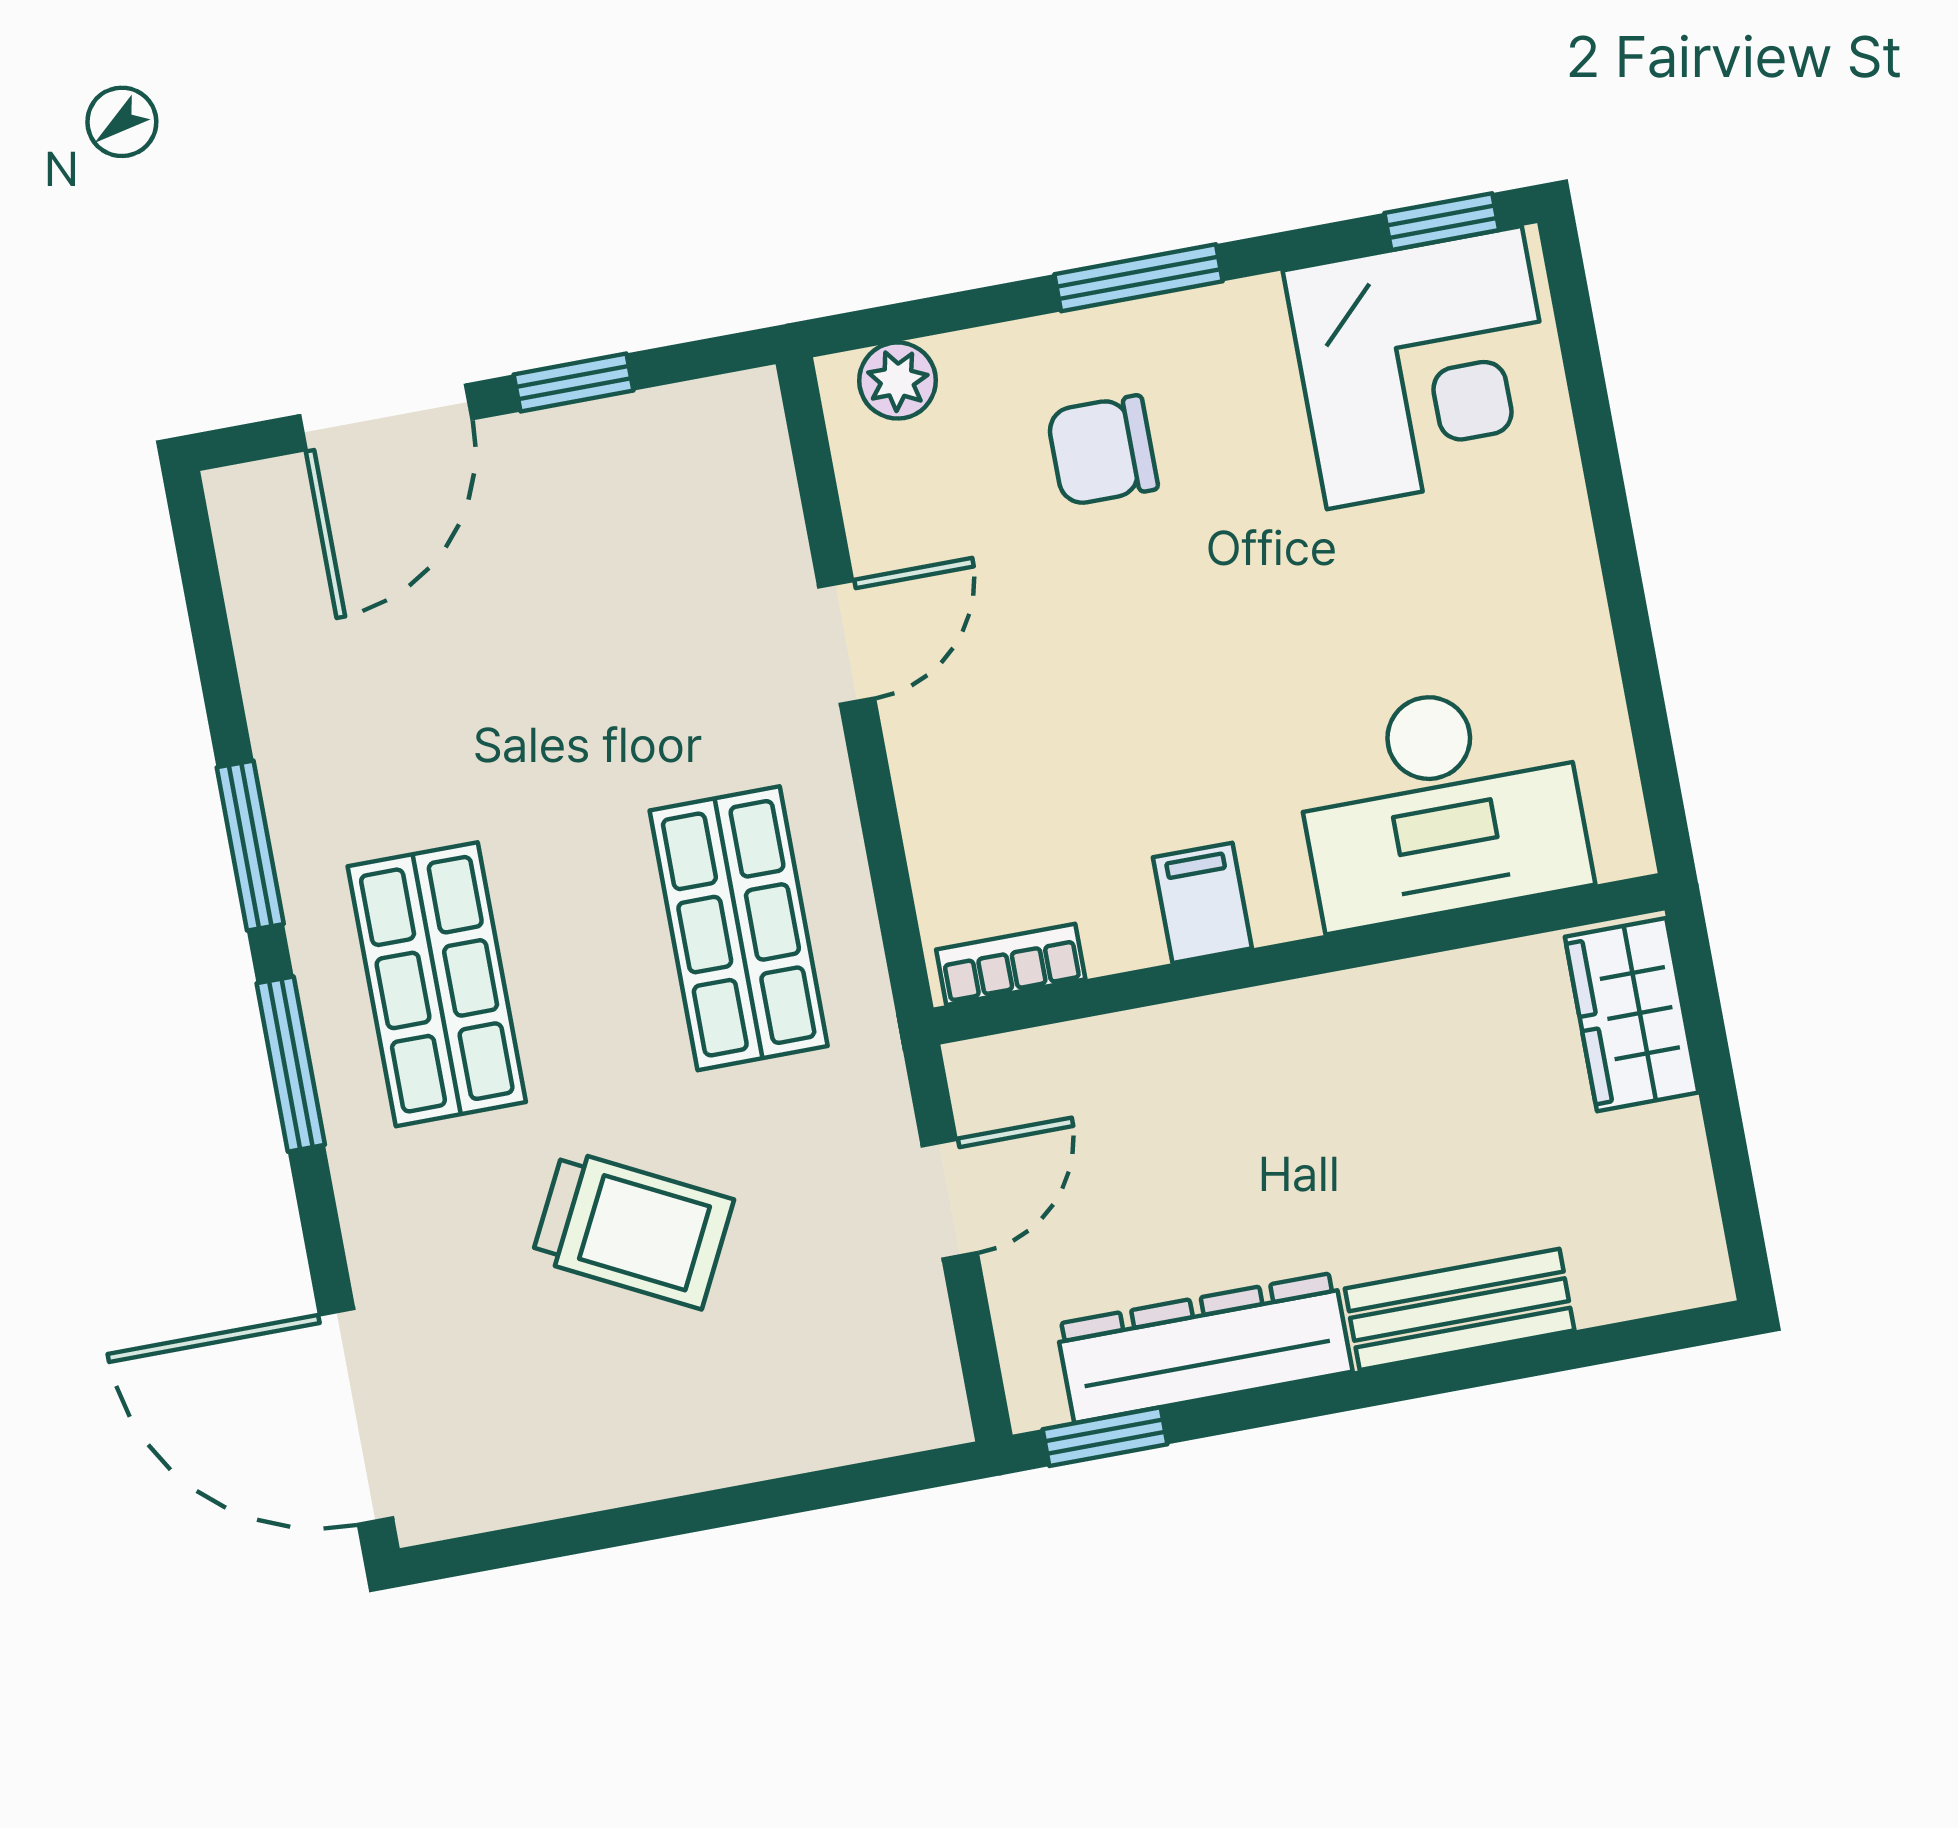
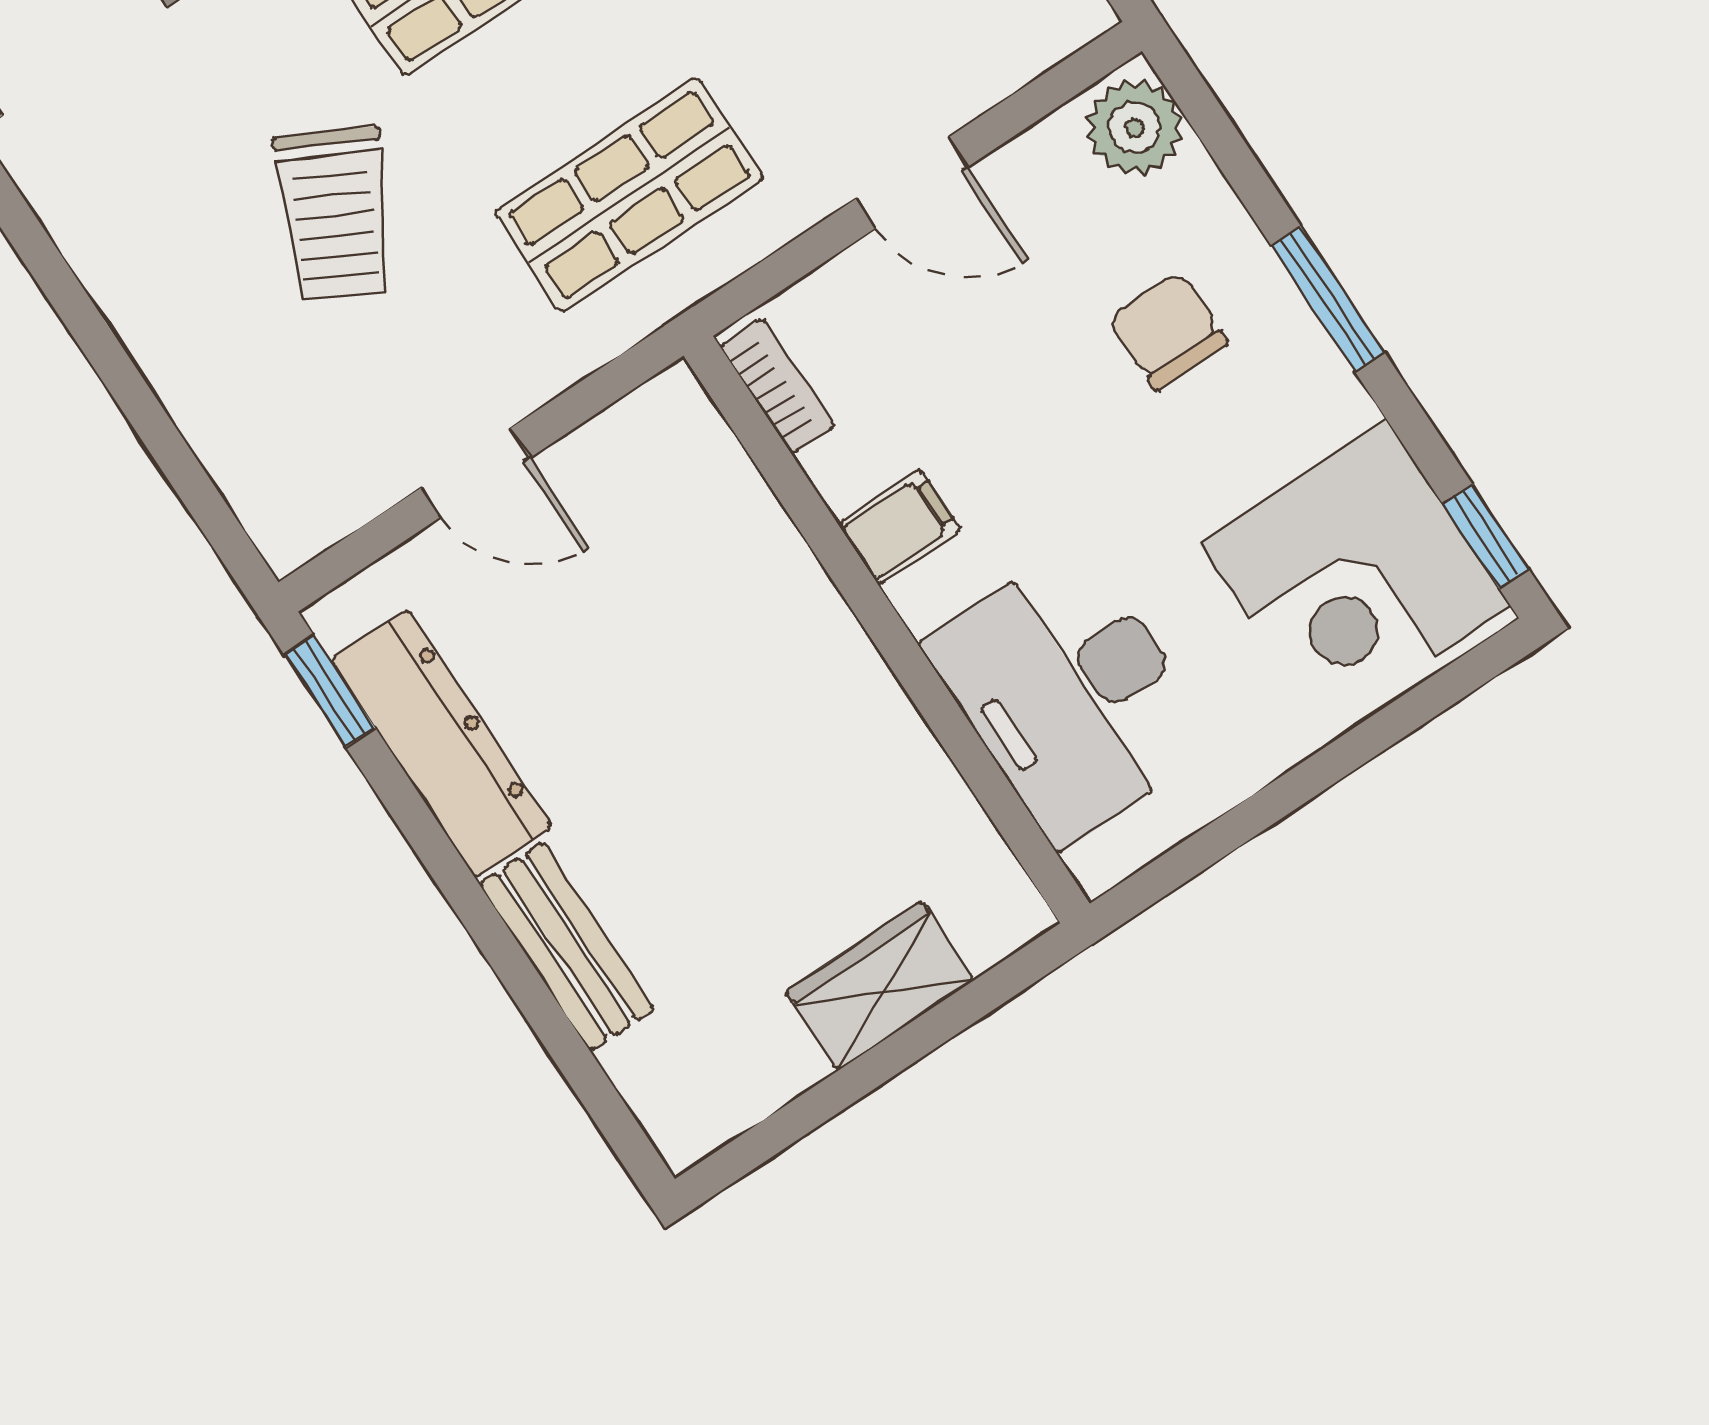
plant: (898, 381) -> (1135, 127), width x1.38, depth x1.38
desk: (1441, 804) -> (1070, 694), moved
filing cabinet: (1202, 903) -> (899, 527), moved
wall: (1299, 959) -> (887, 630), moved
bookcase: (1011, 964) -> (777, 386), moved

